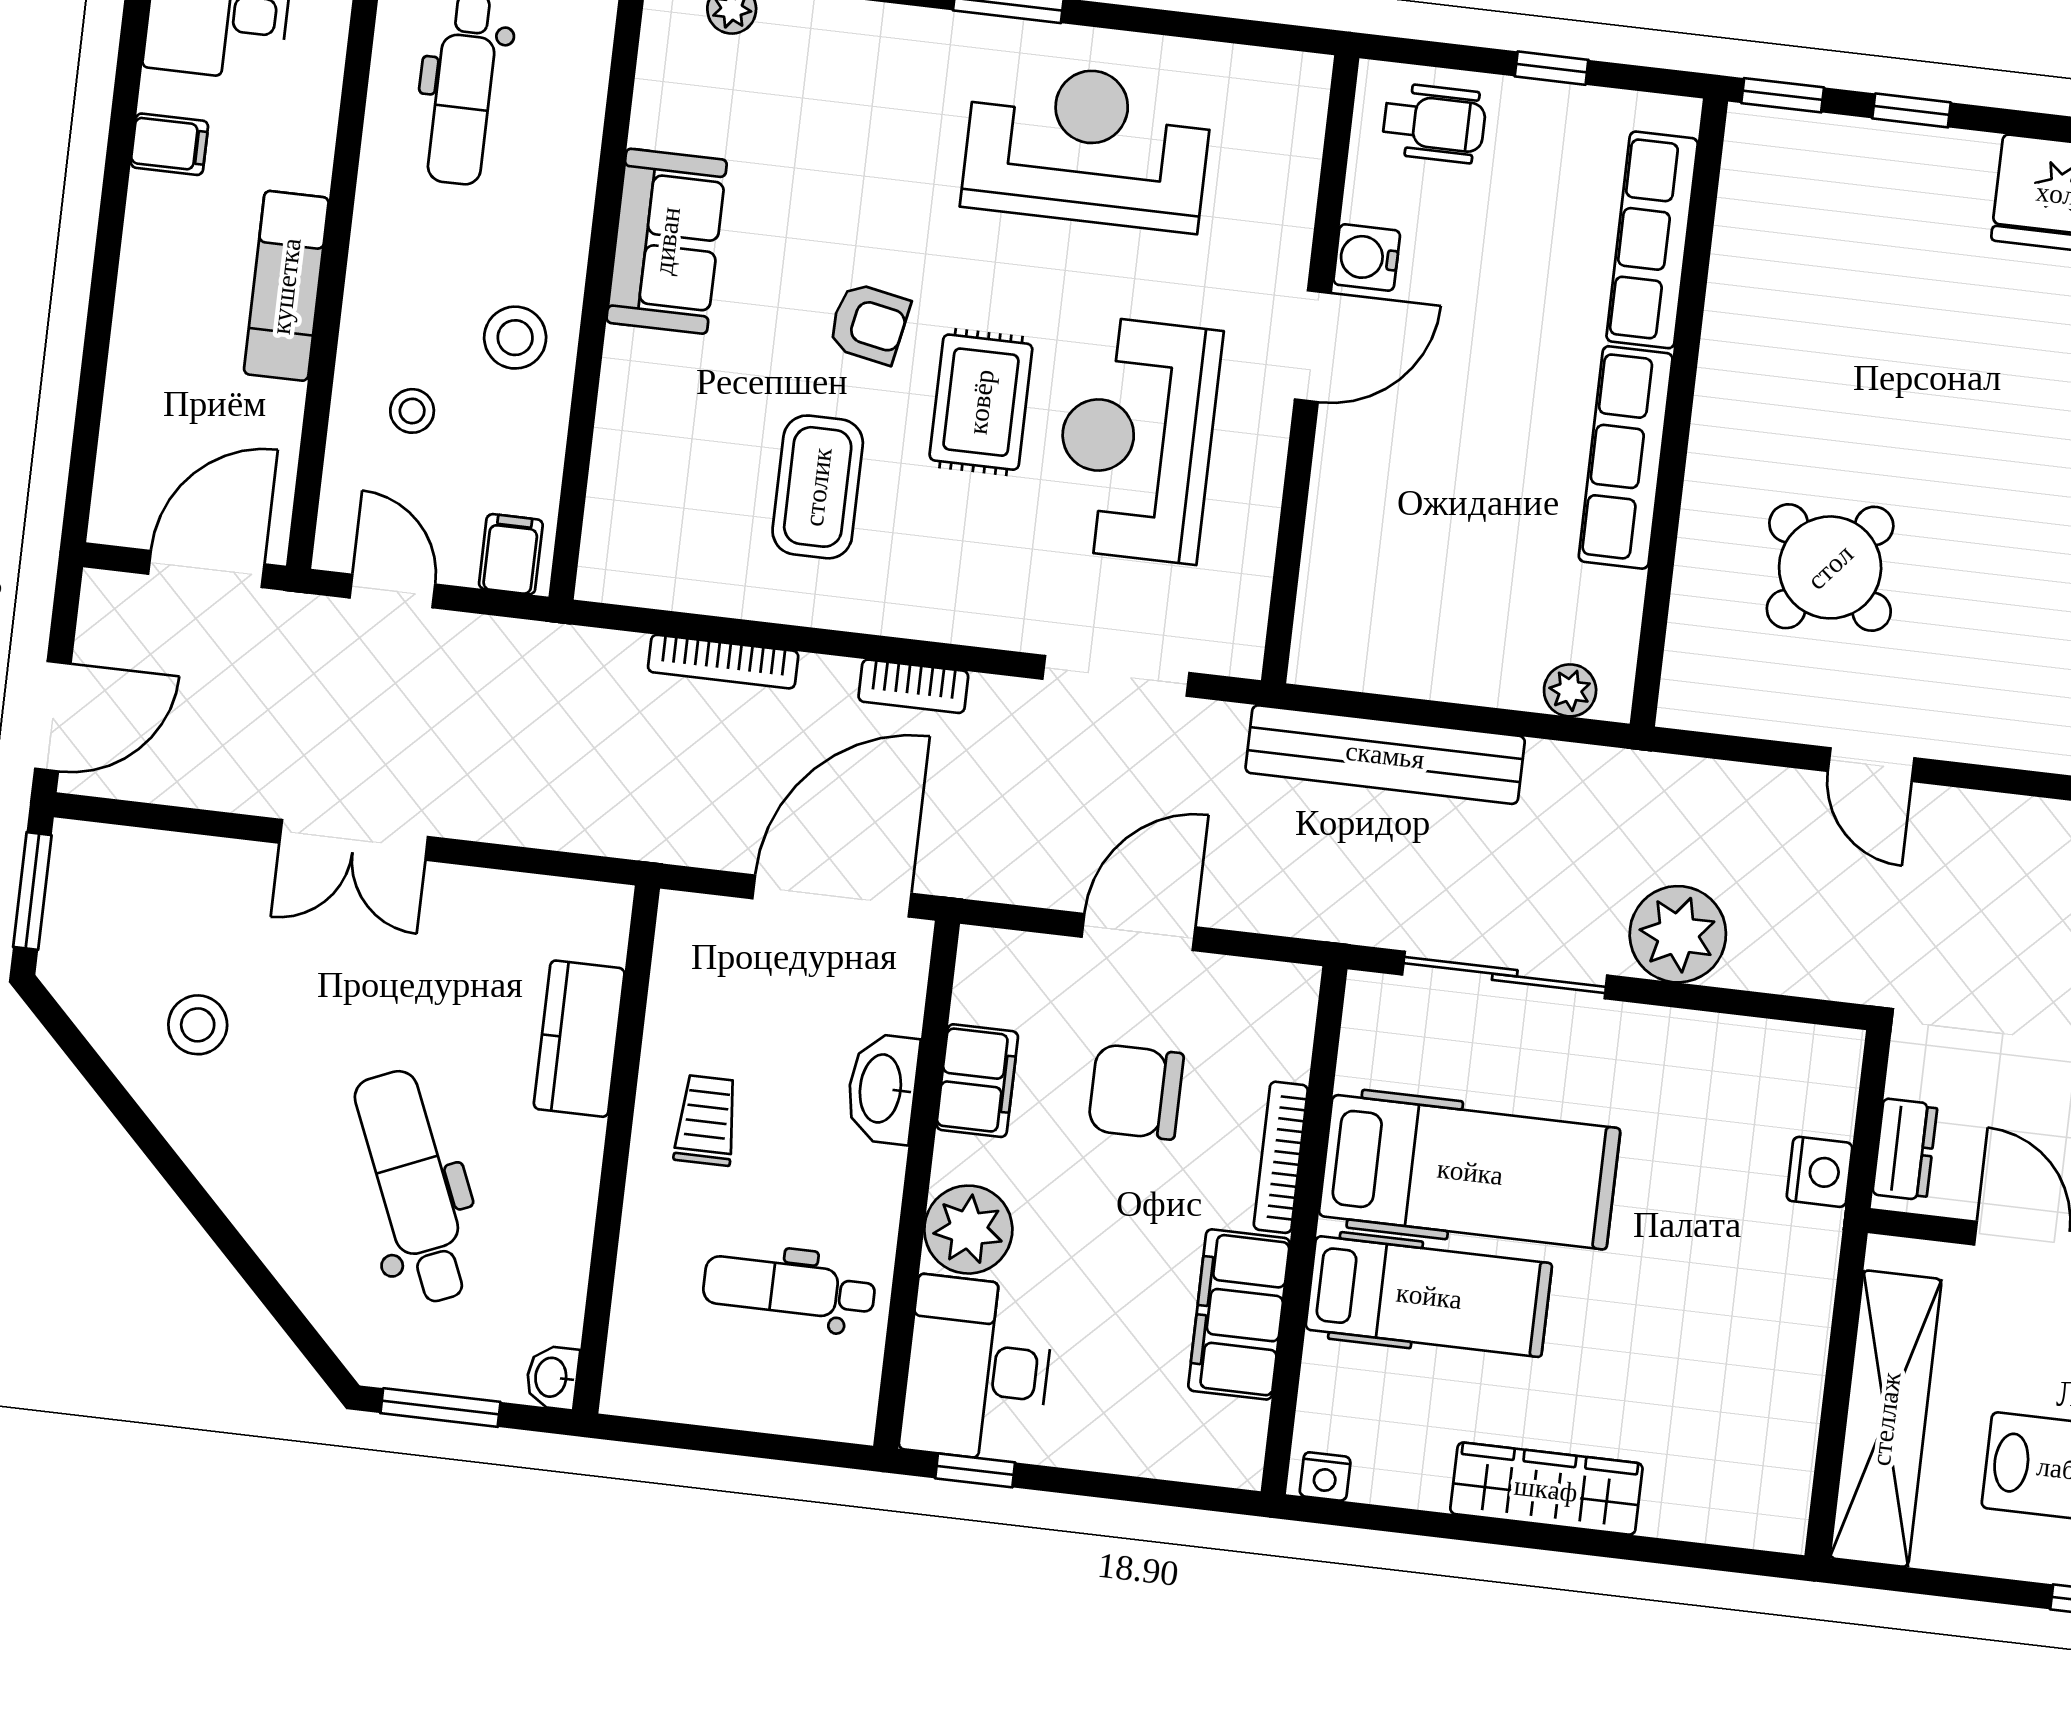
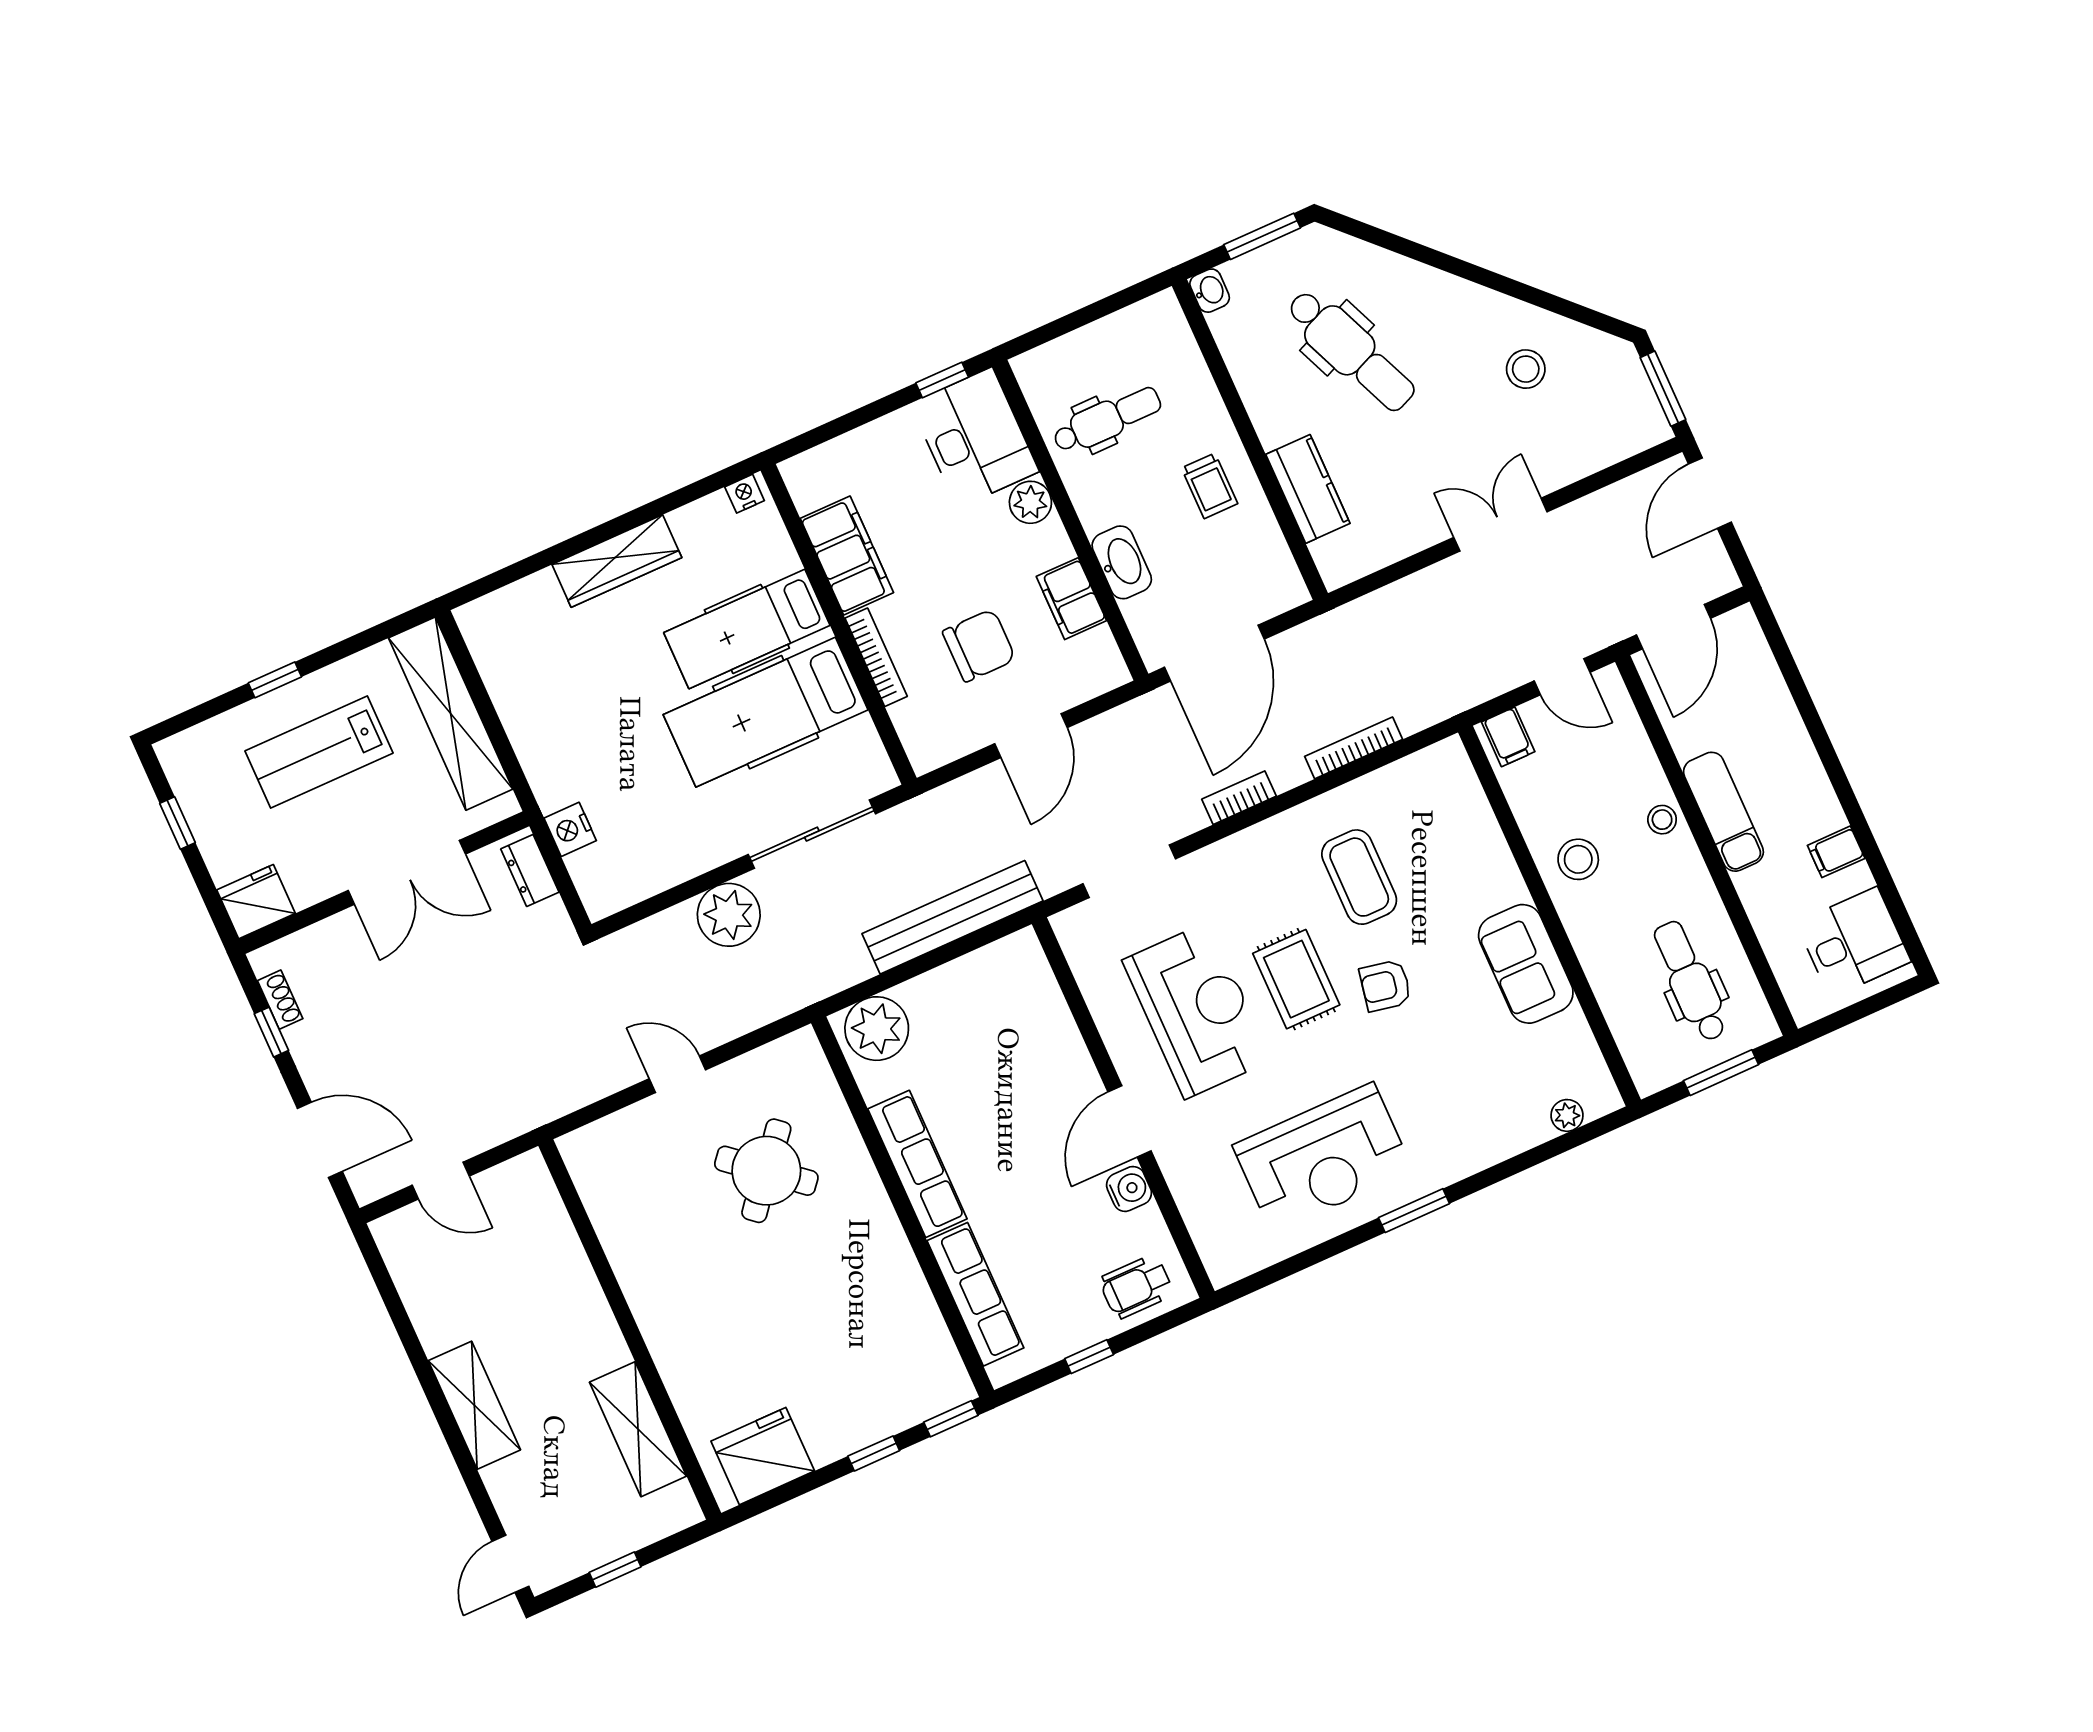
stool: (412, 411) -> (1662, 820), moved
plant: (1570, 690) -> (877, 1029), width x1.88, depth x1.88
plant: (968, 1230) -> (1030, 502), width x0.73, depth x0.73

